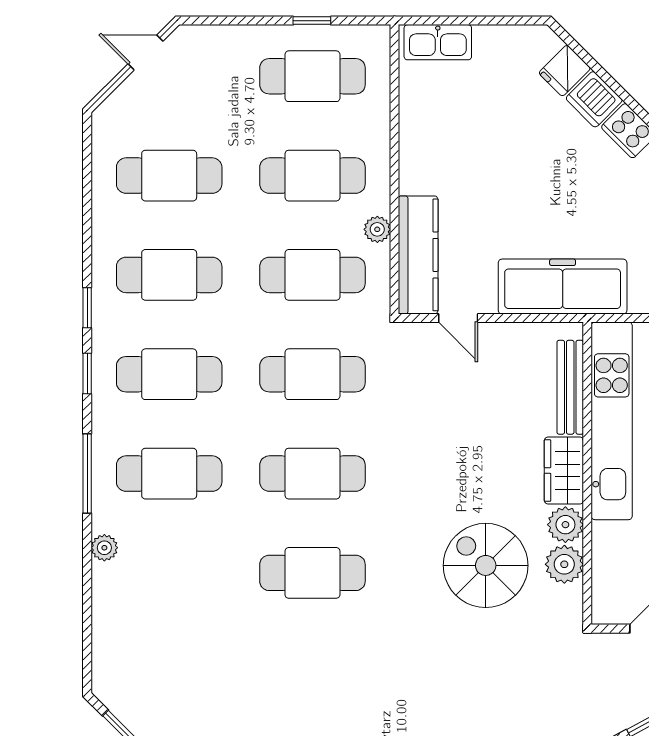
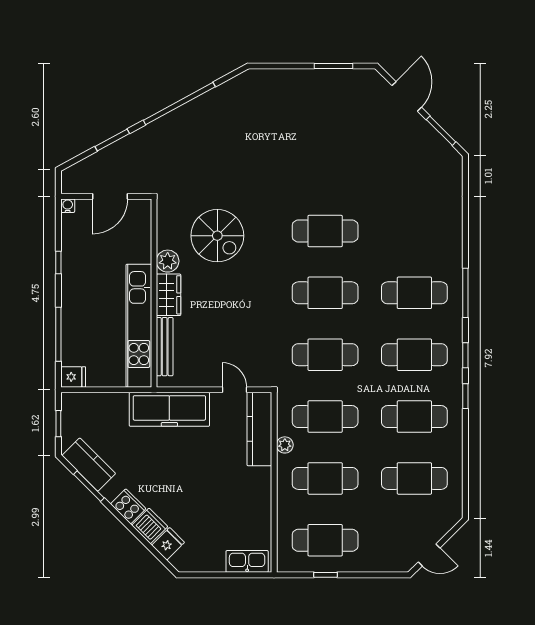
plant: (104, 548) -> (455, 247), removed
plant: (564, 564) -> (168, 236), removed

